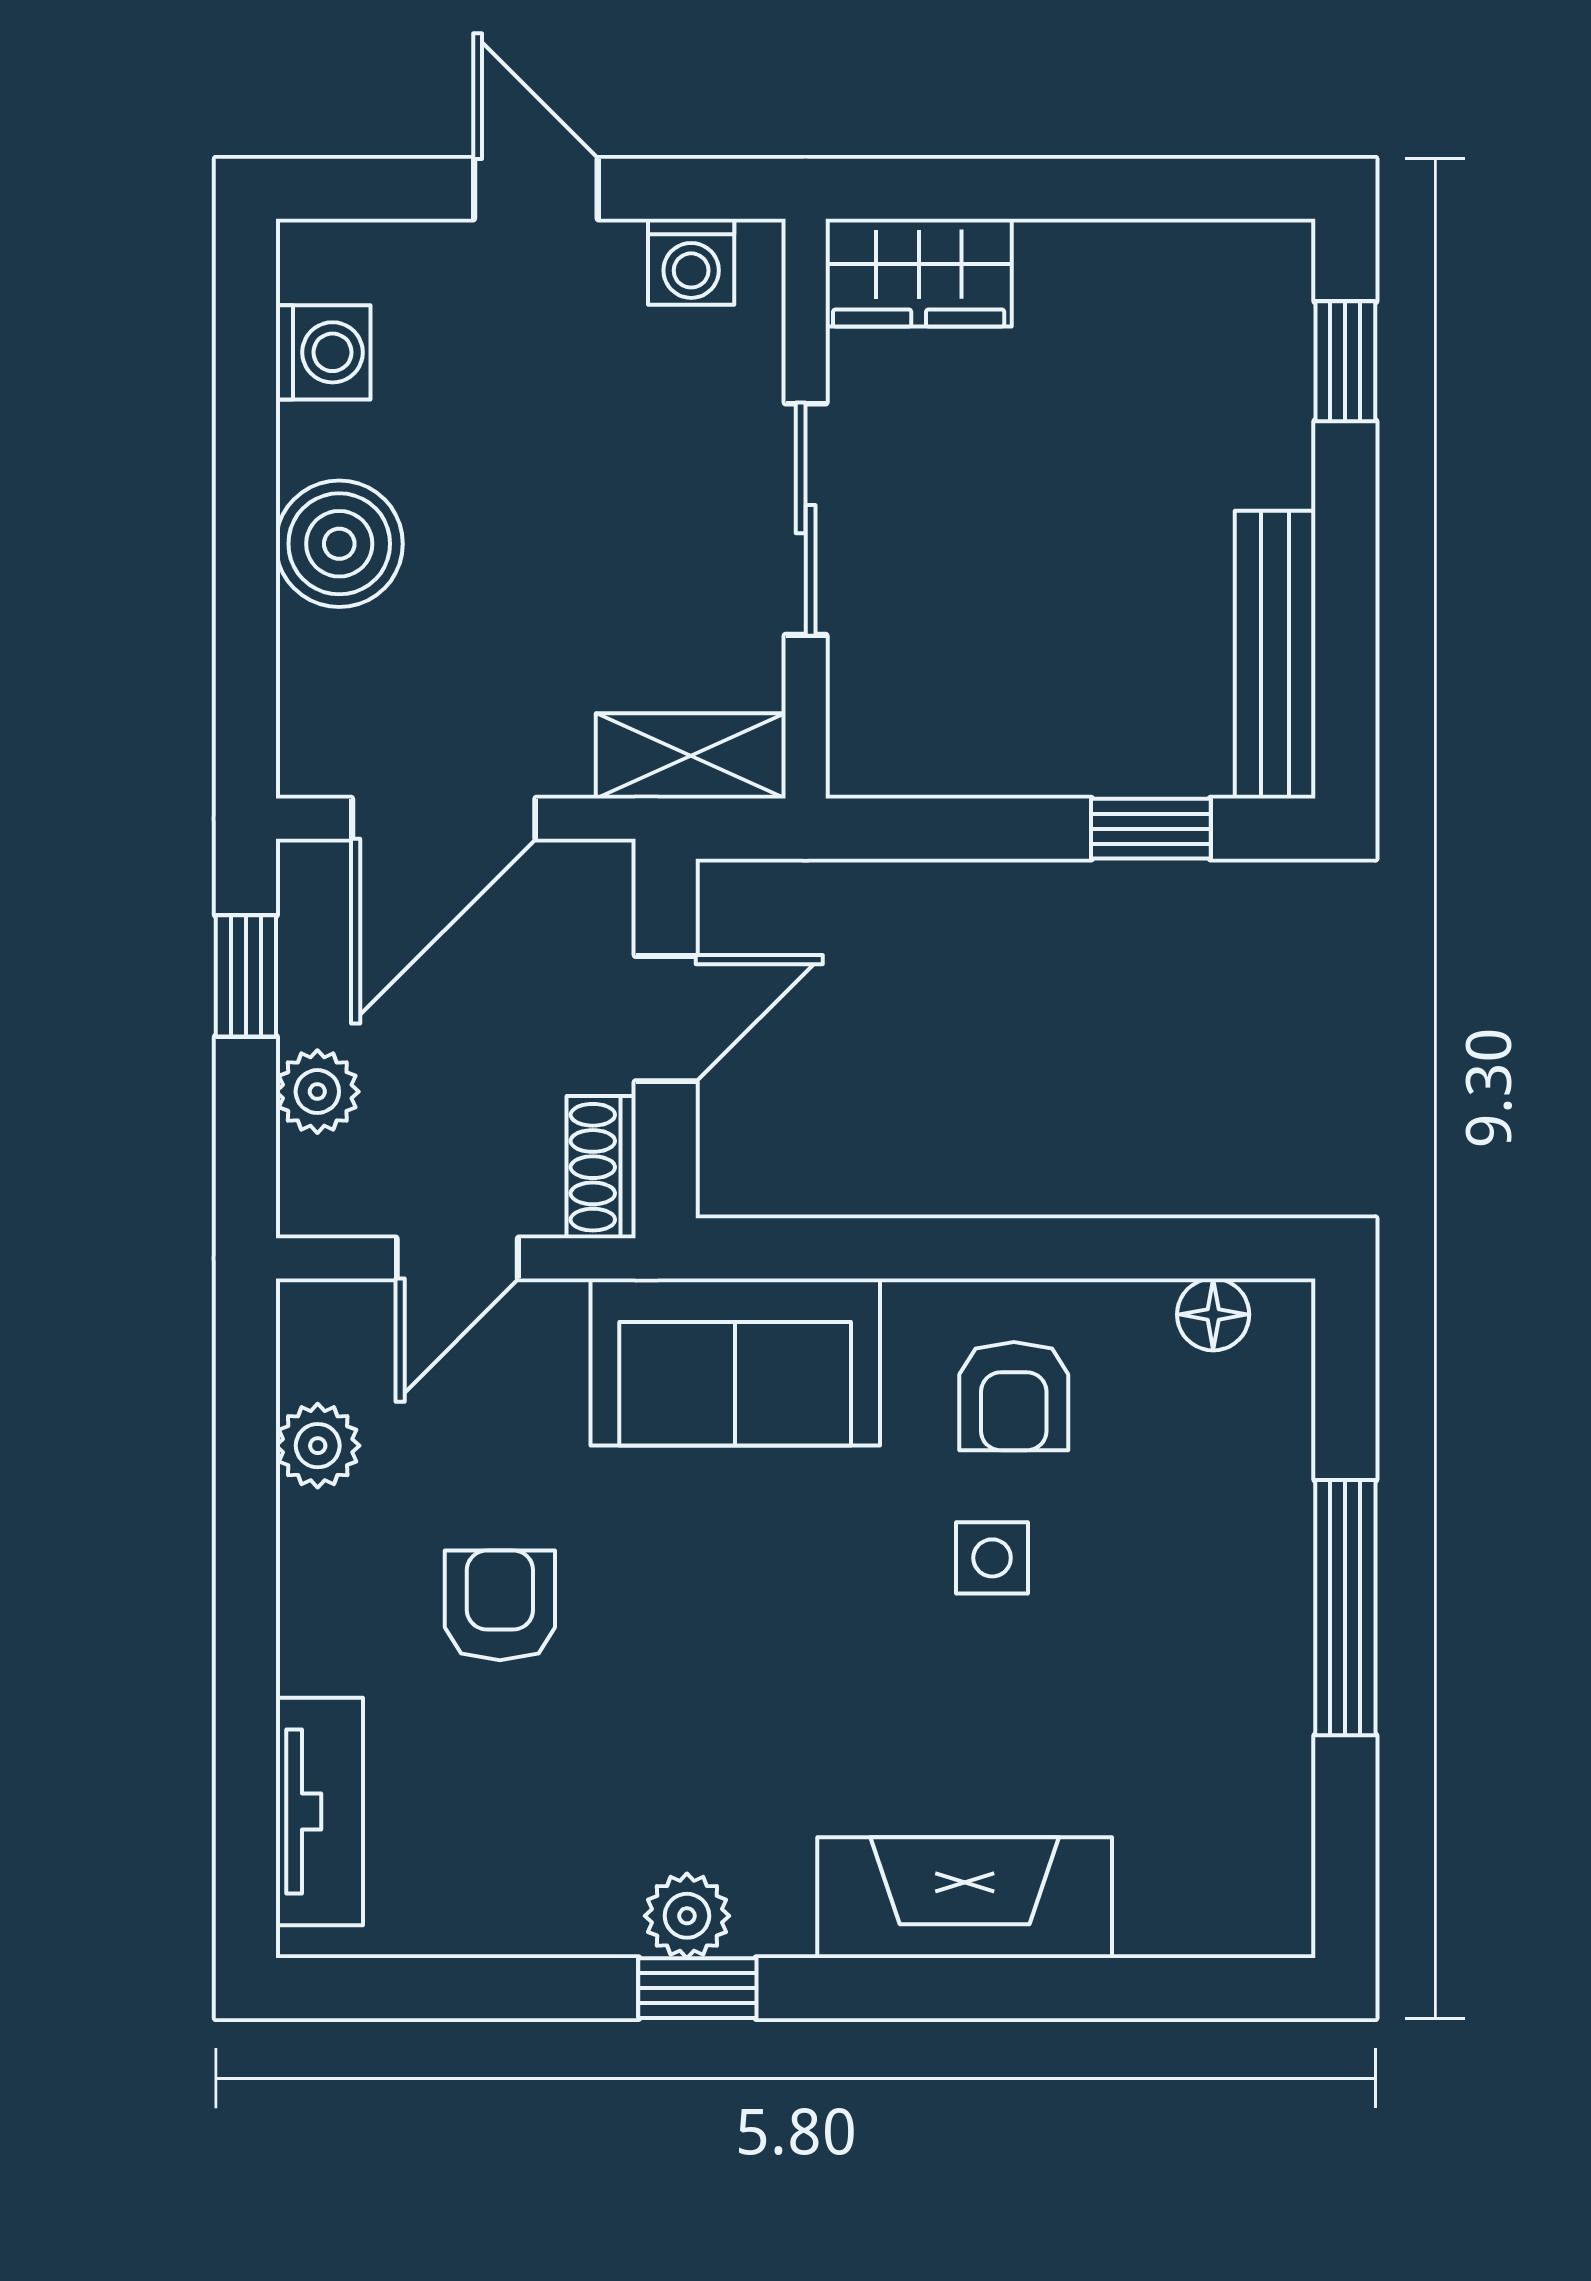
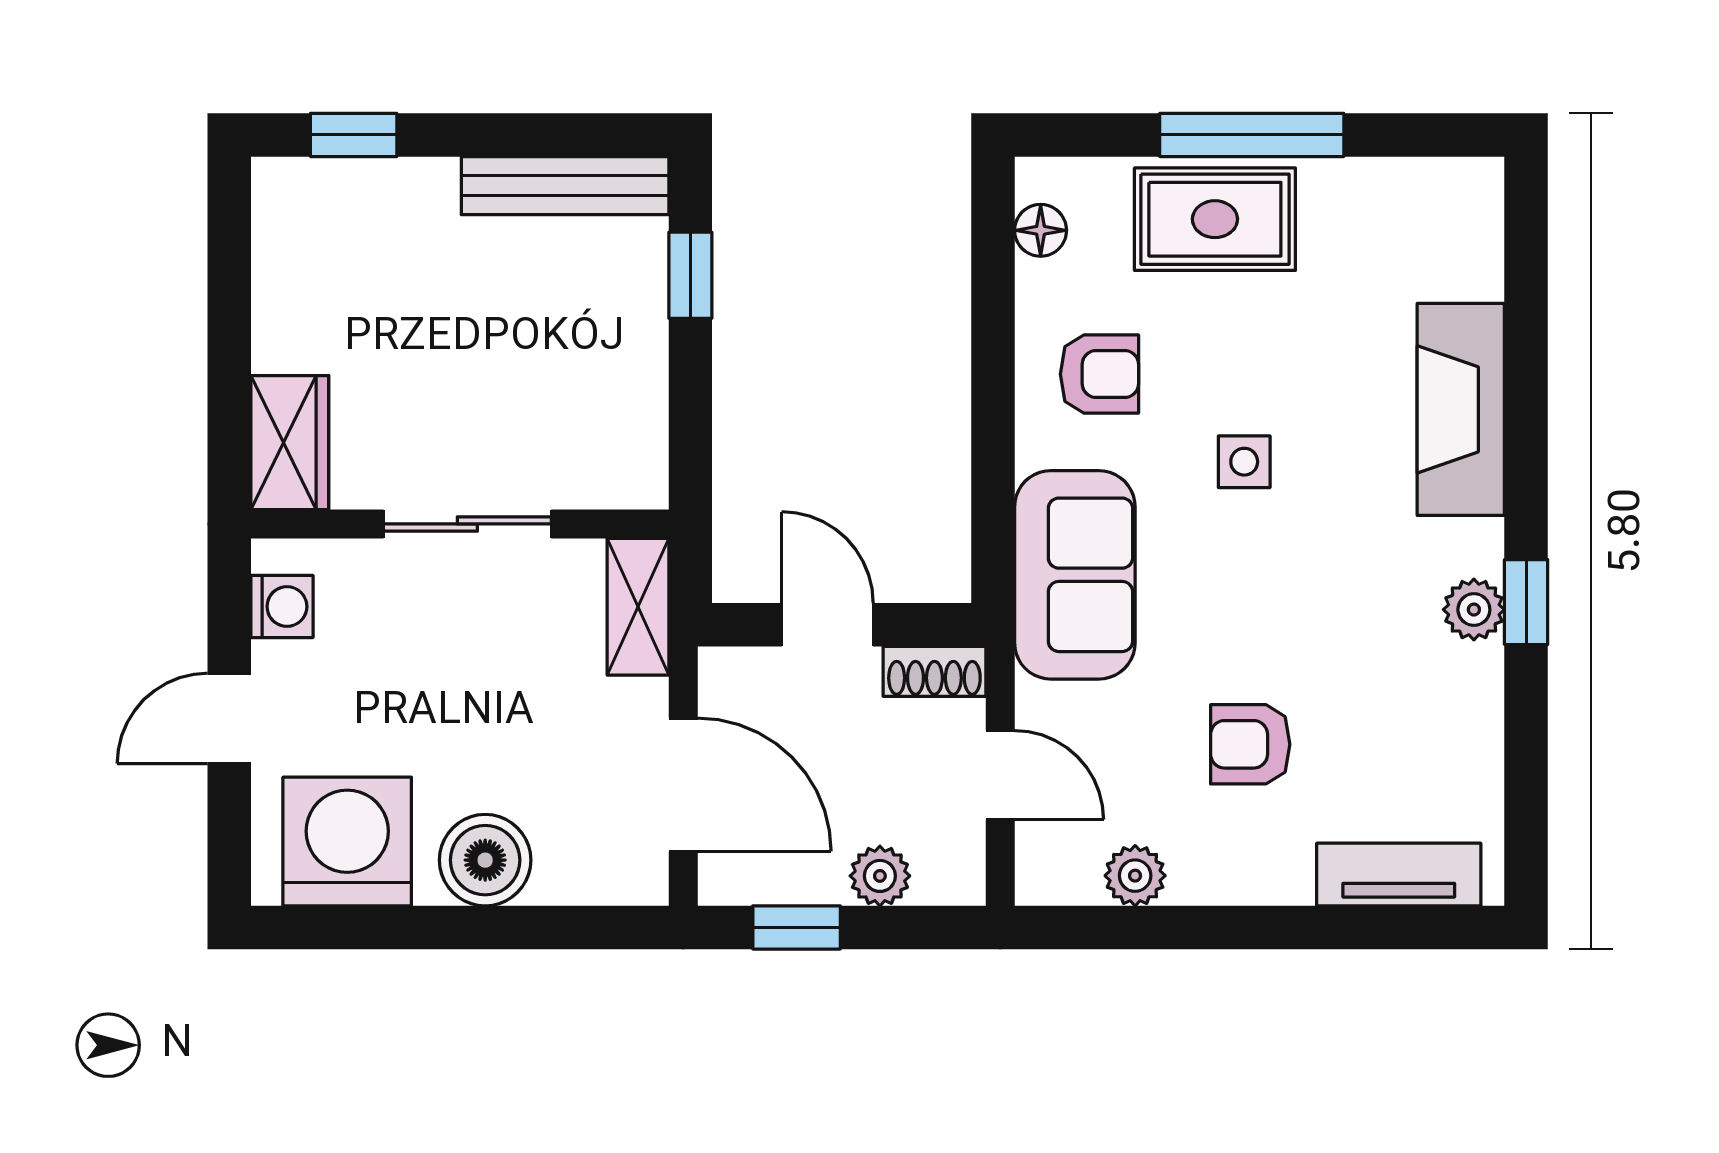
washing machine: (323, 352) -> (347, 842), width x1.89, depth x1.89
rug: (1229, 1556) -> (1215, 219), added
side table: (992, 1558) -> (1244, 462), moved

